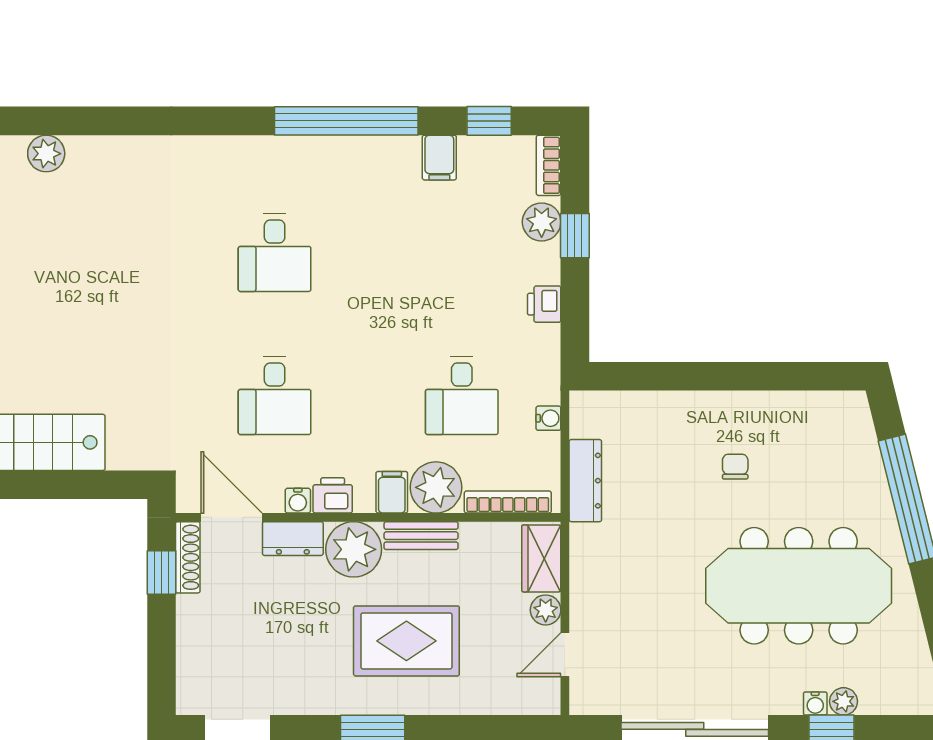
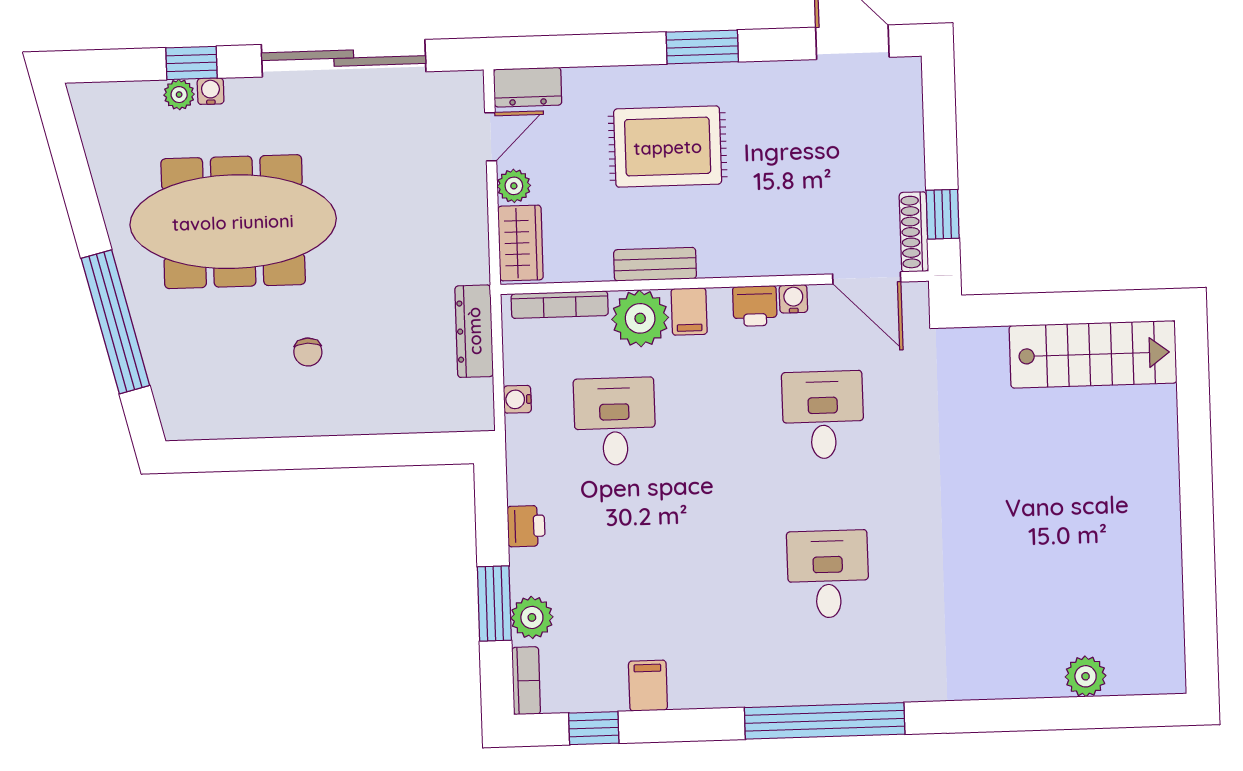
window: (346, 121) -> (825, 721), moved
window: (575, 236) -> (494, 603), width x1.50
dresser: (293, 539) -> (528, 87), moved, turned 180
plant: (354, 549) -> (730, 247), removed

